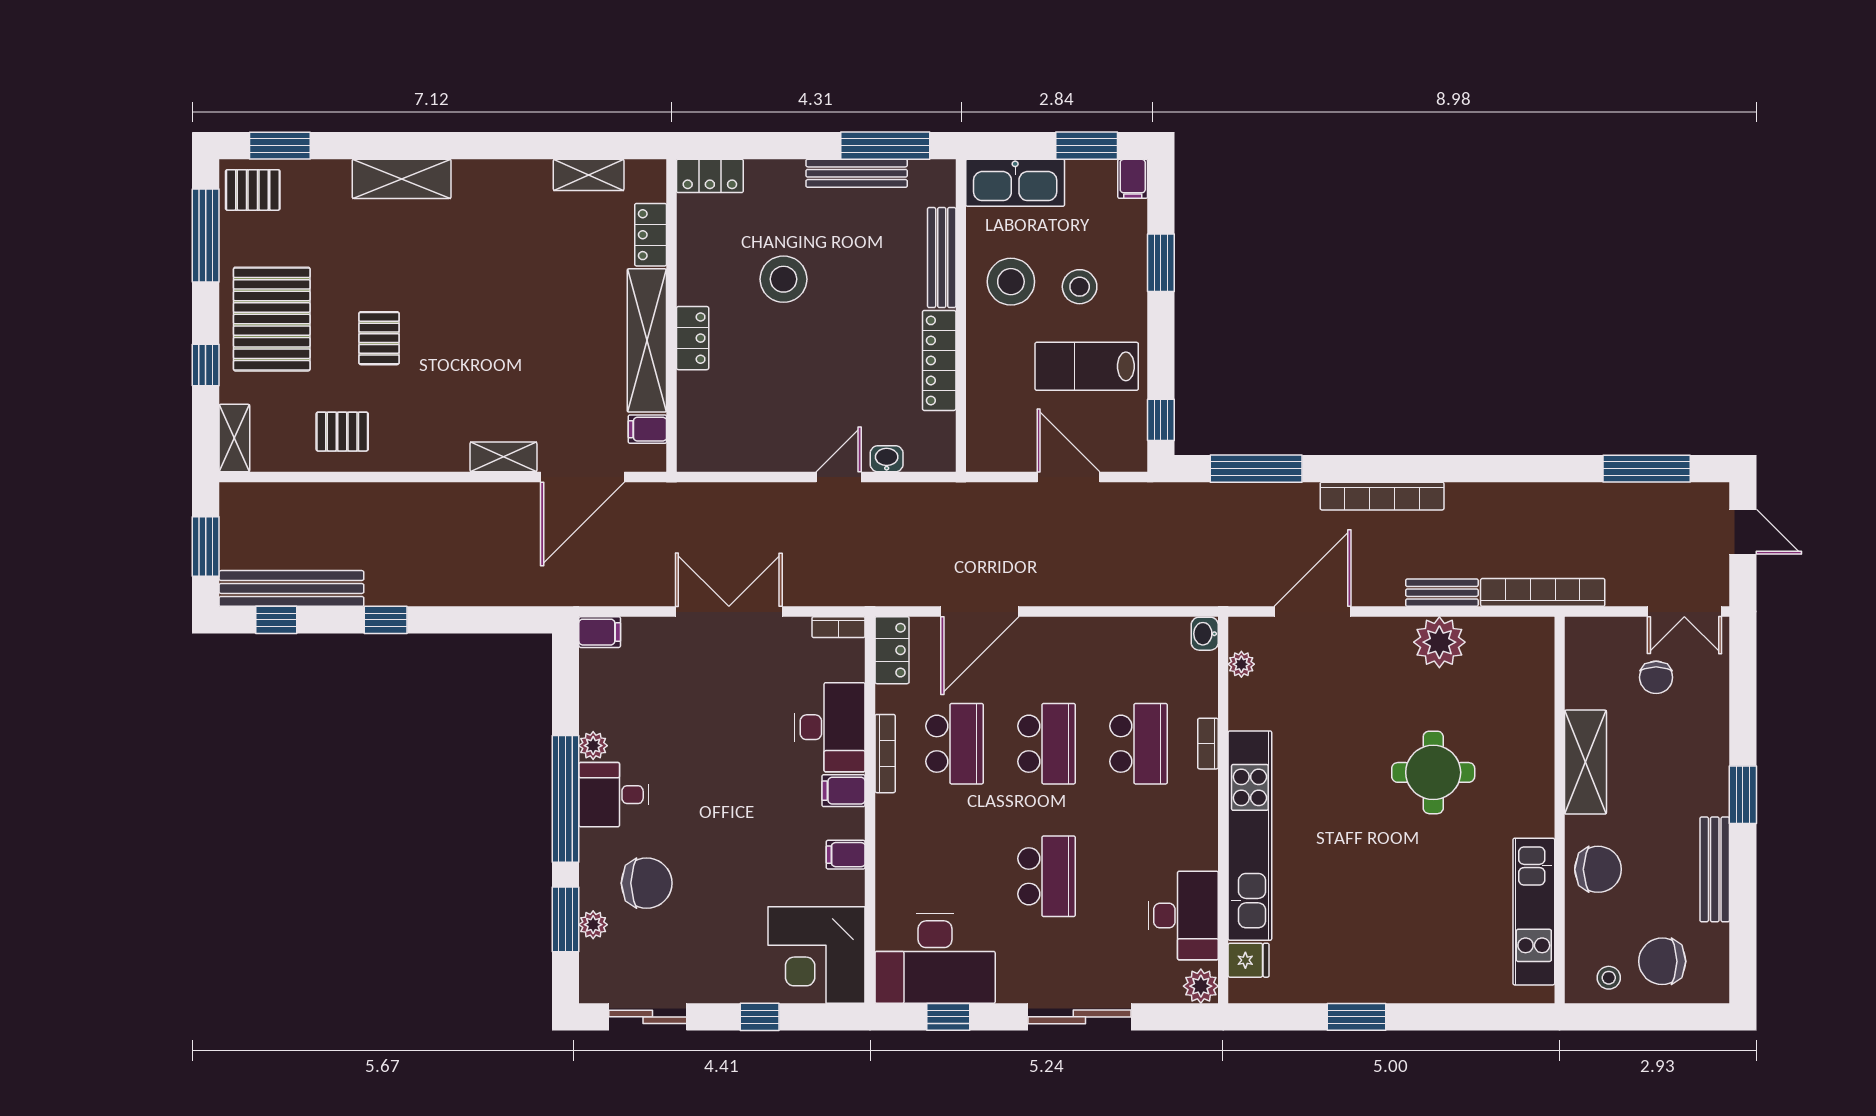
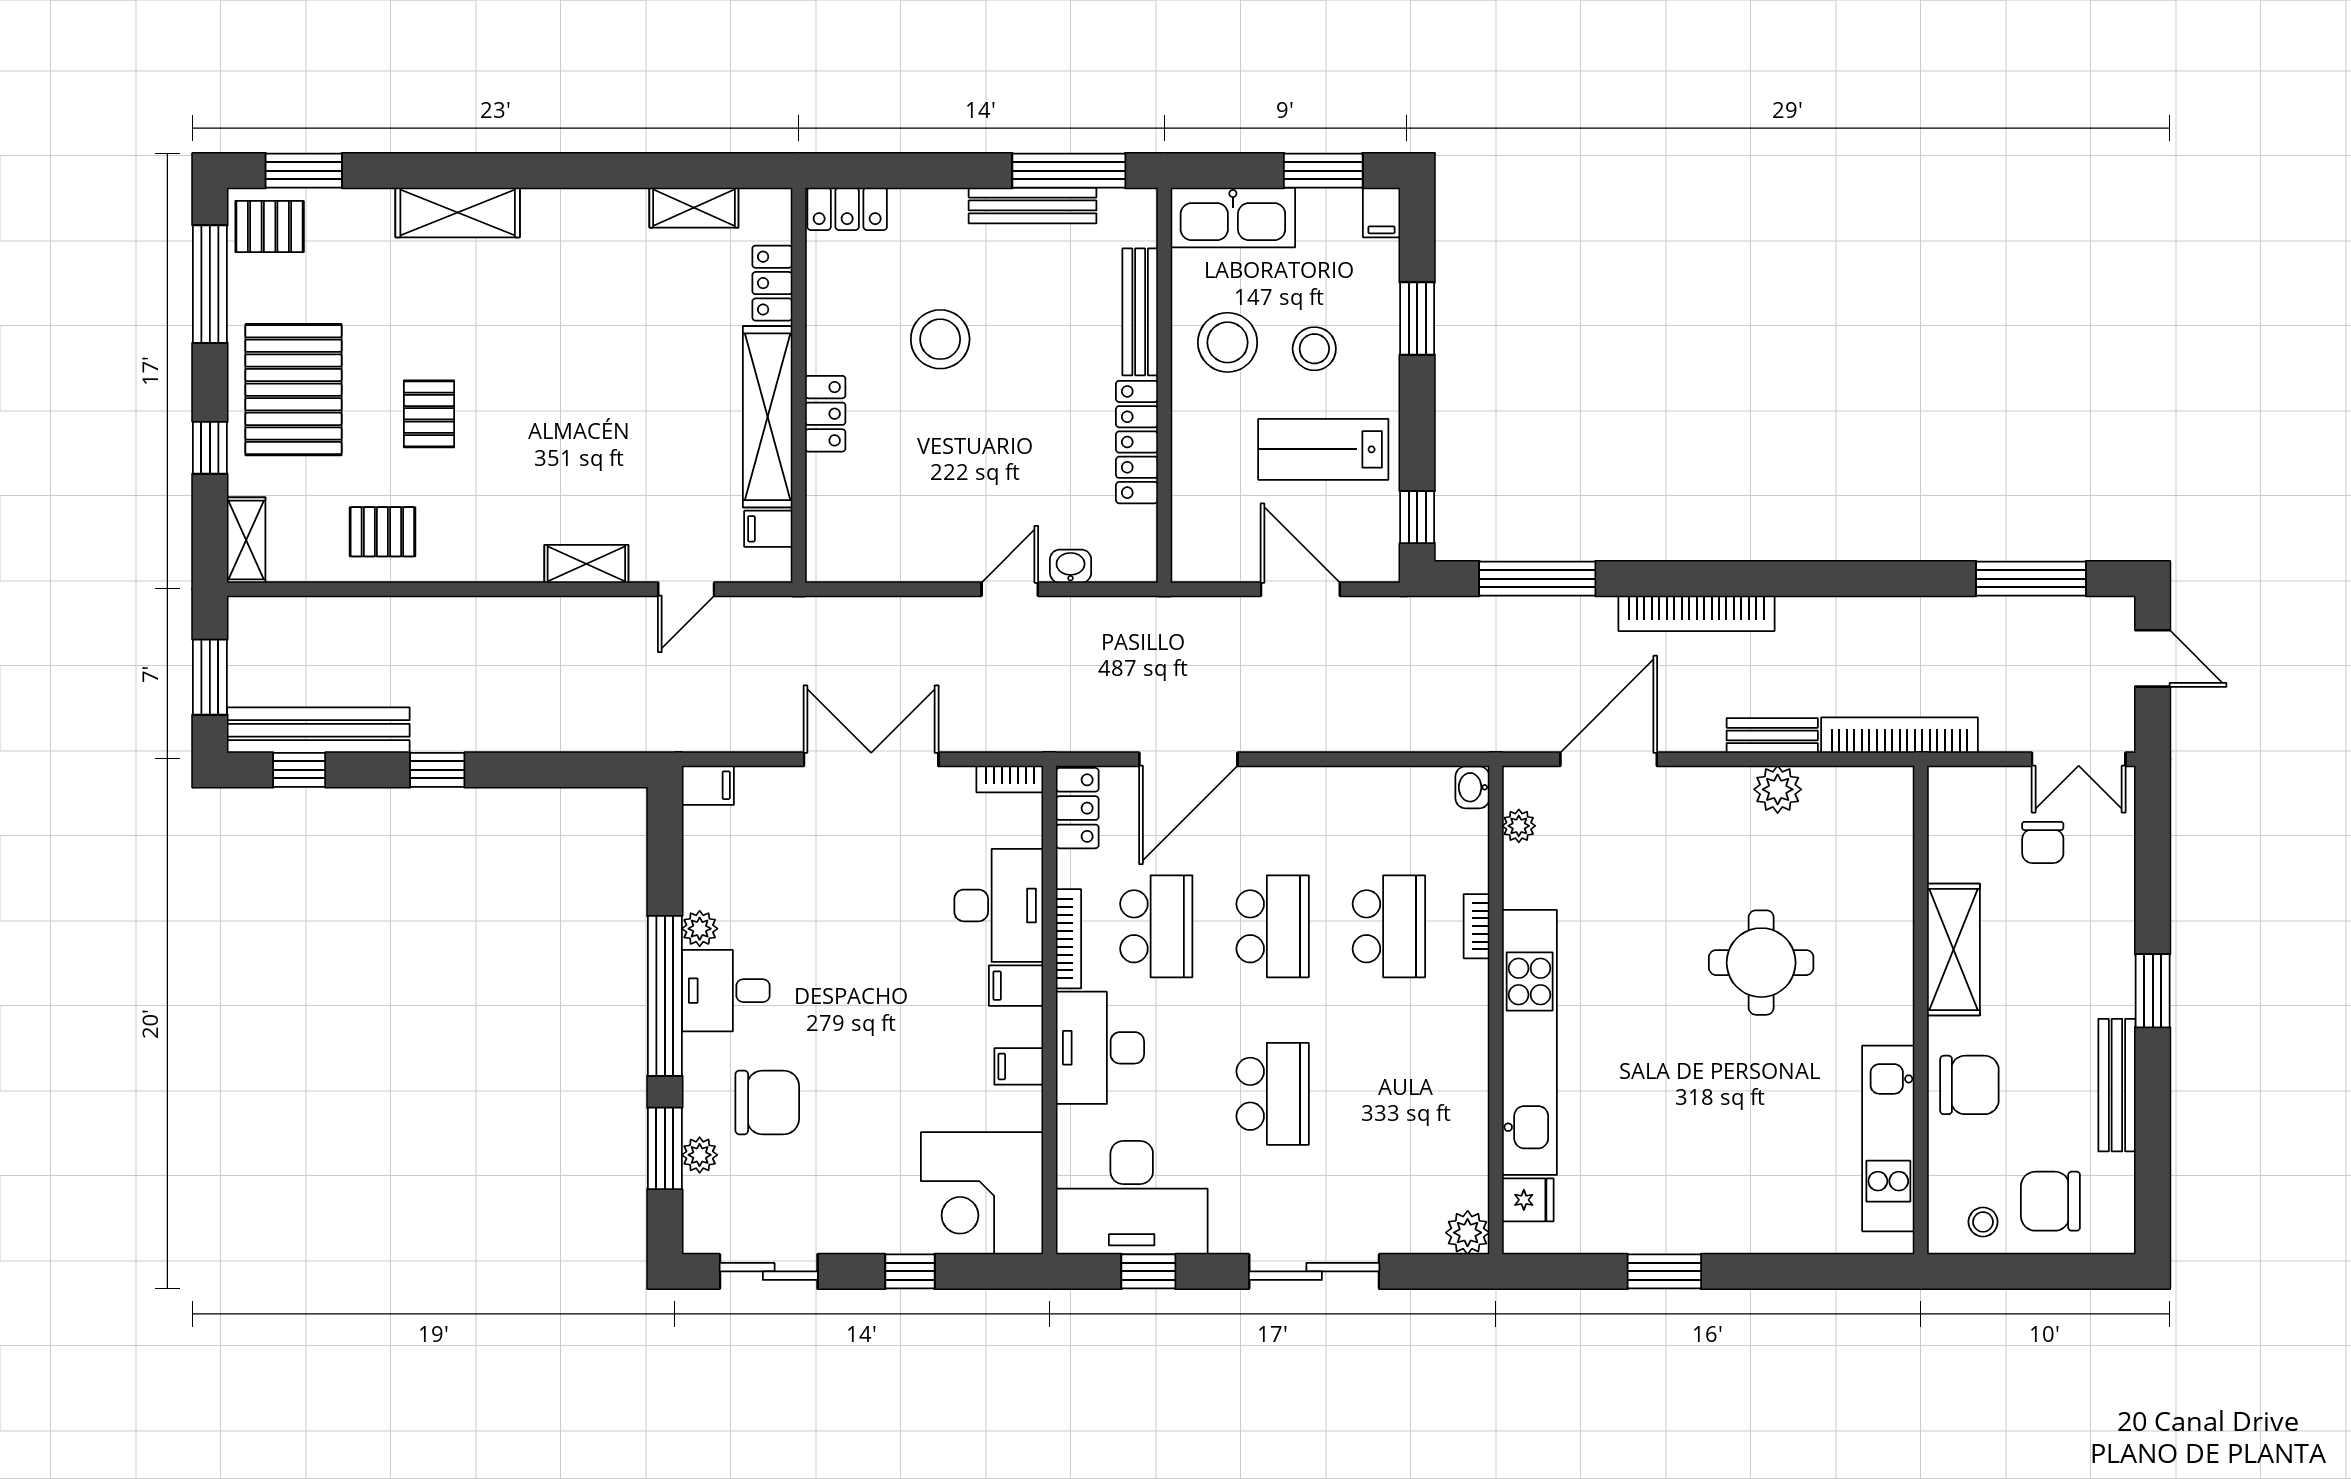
door: (582, 477) -> (686, 589), width x0.53
plant: (1439, 642) -> (1778, 789), width x0.73, depth x0.73
desk: (1183, 916) -> (1100, 1048), moved, turned 180

